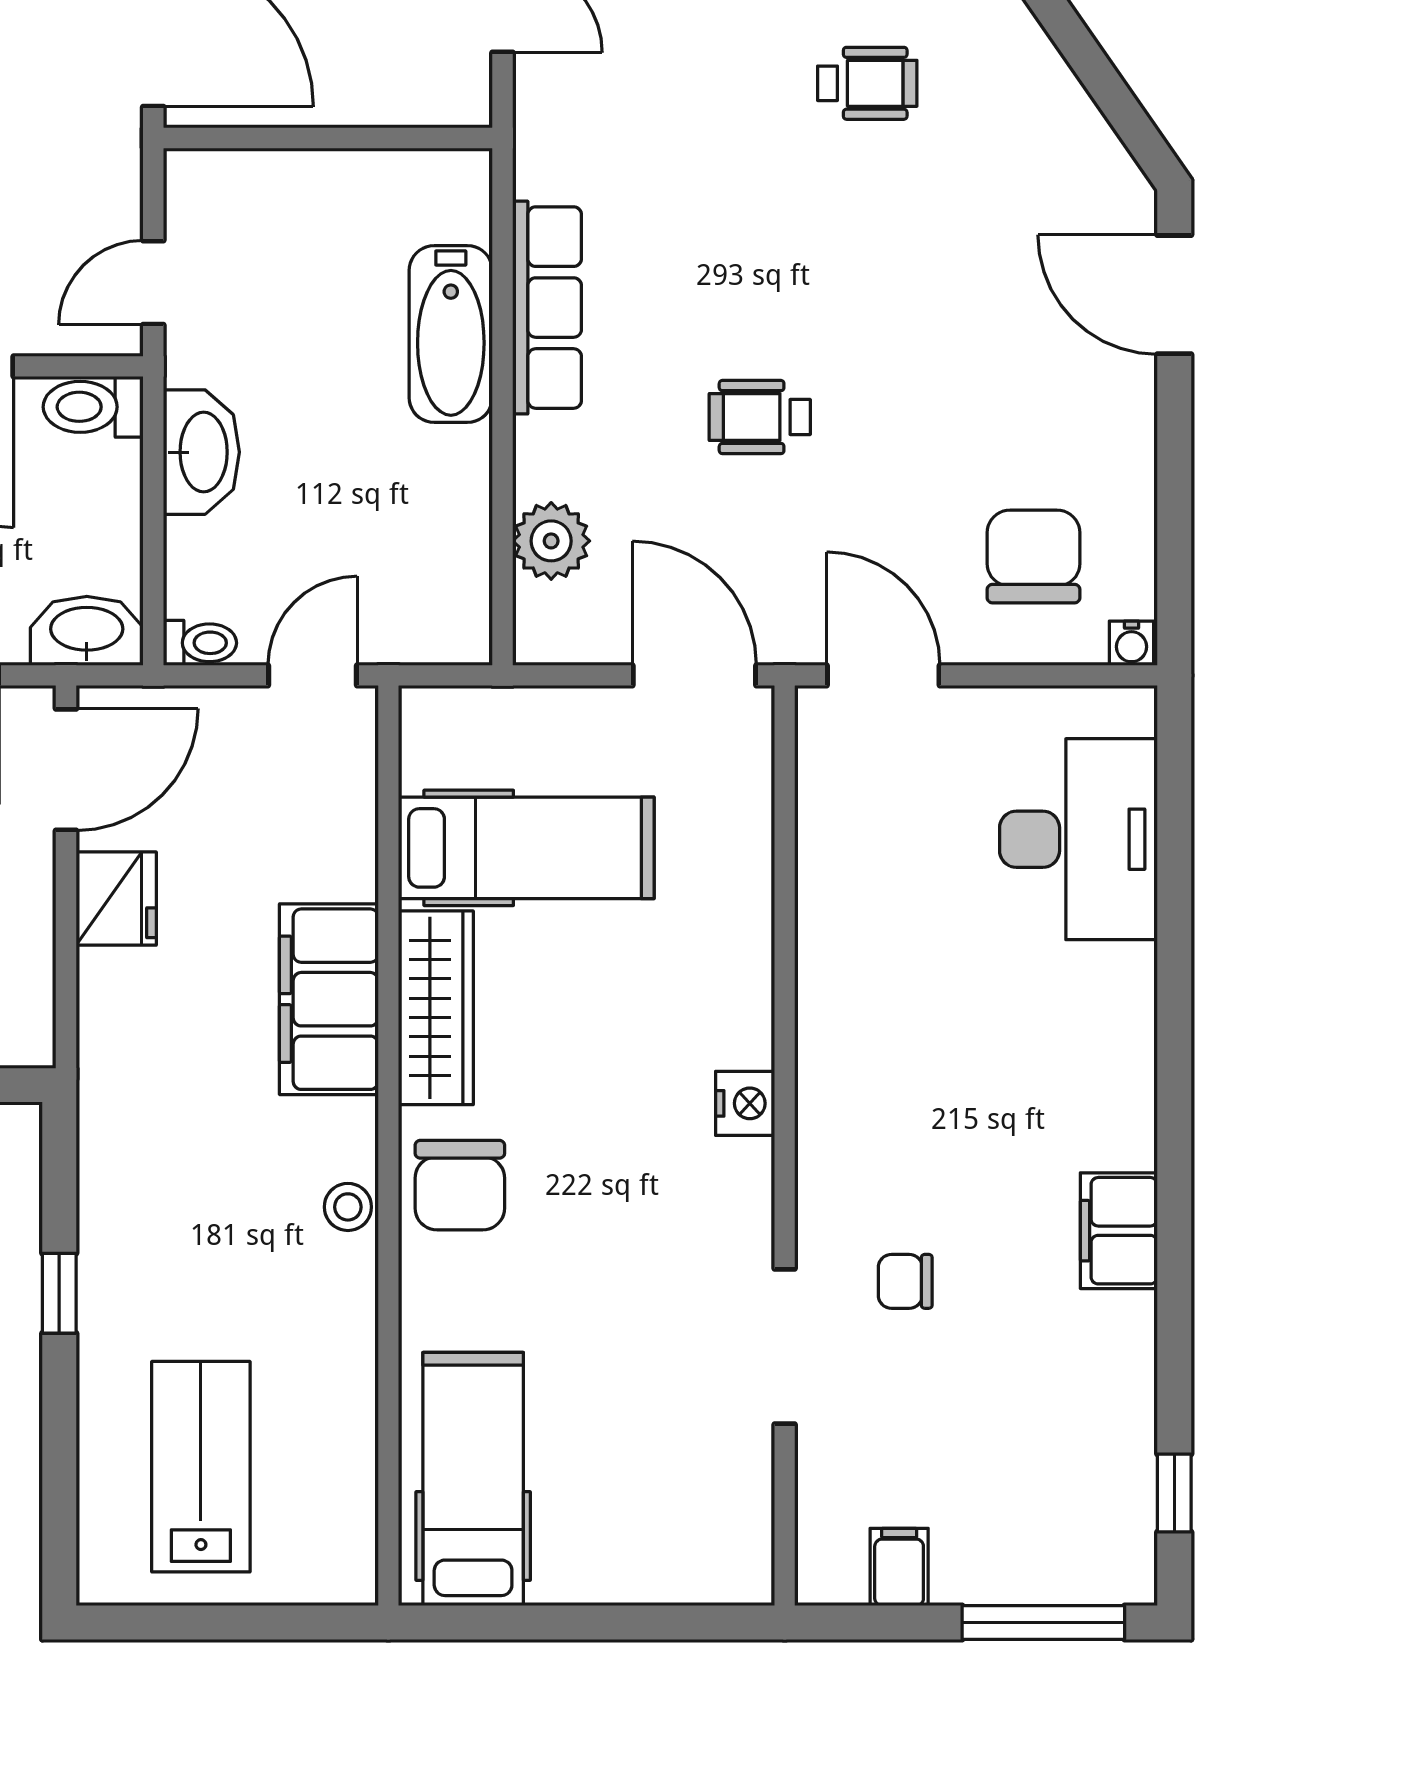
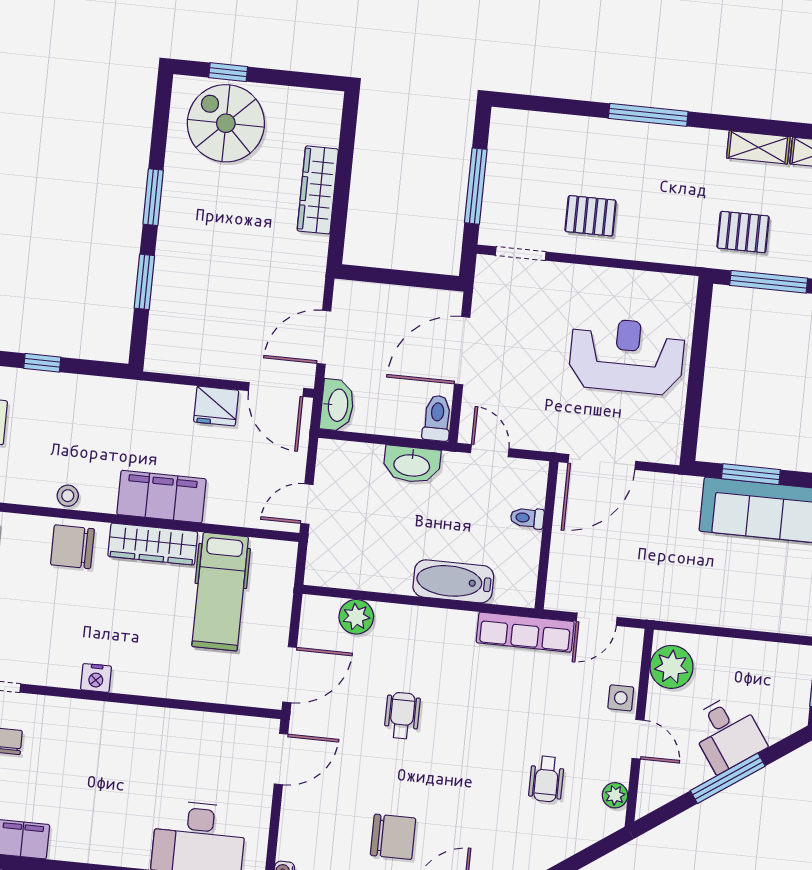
row of seats: (547, 308) -> (525, 632), moved
chair: (1034, 556) -> (393, 837), moved
toilet: (200, 643) -> (527, 518), moved, turned 90
door: (313, 675) -> (307, 504), swing flipped

